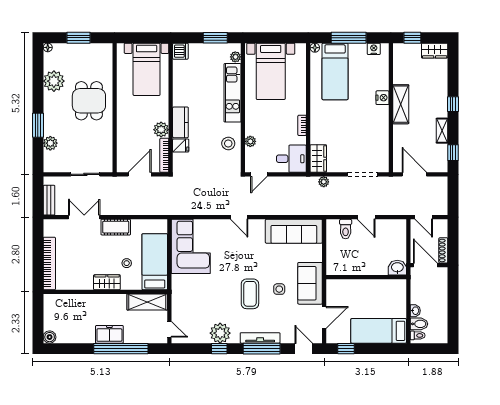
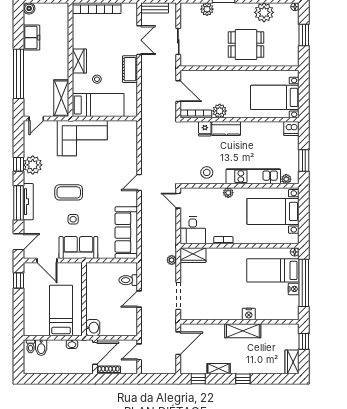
window: (349, 38) -> (304, 283), width x1.46
nightstand: (374, 49) -> (294, 289), moved
plant: (250, 141) -> (228, 193), moved
corner sofa: (191, 246) -> (82, 138), moved
washbasin: (415, 311) -> (72, 344), moved
bed: (379, 331) -> (61, 310), moved
freezer: (109, 334) -> (32, 38), moved

